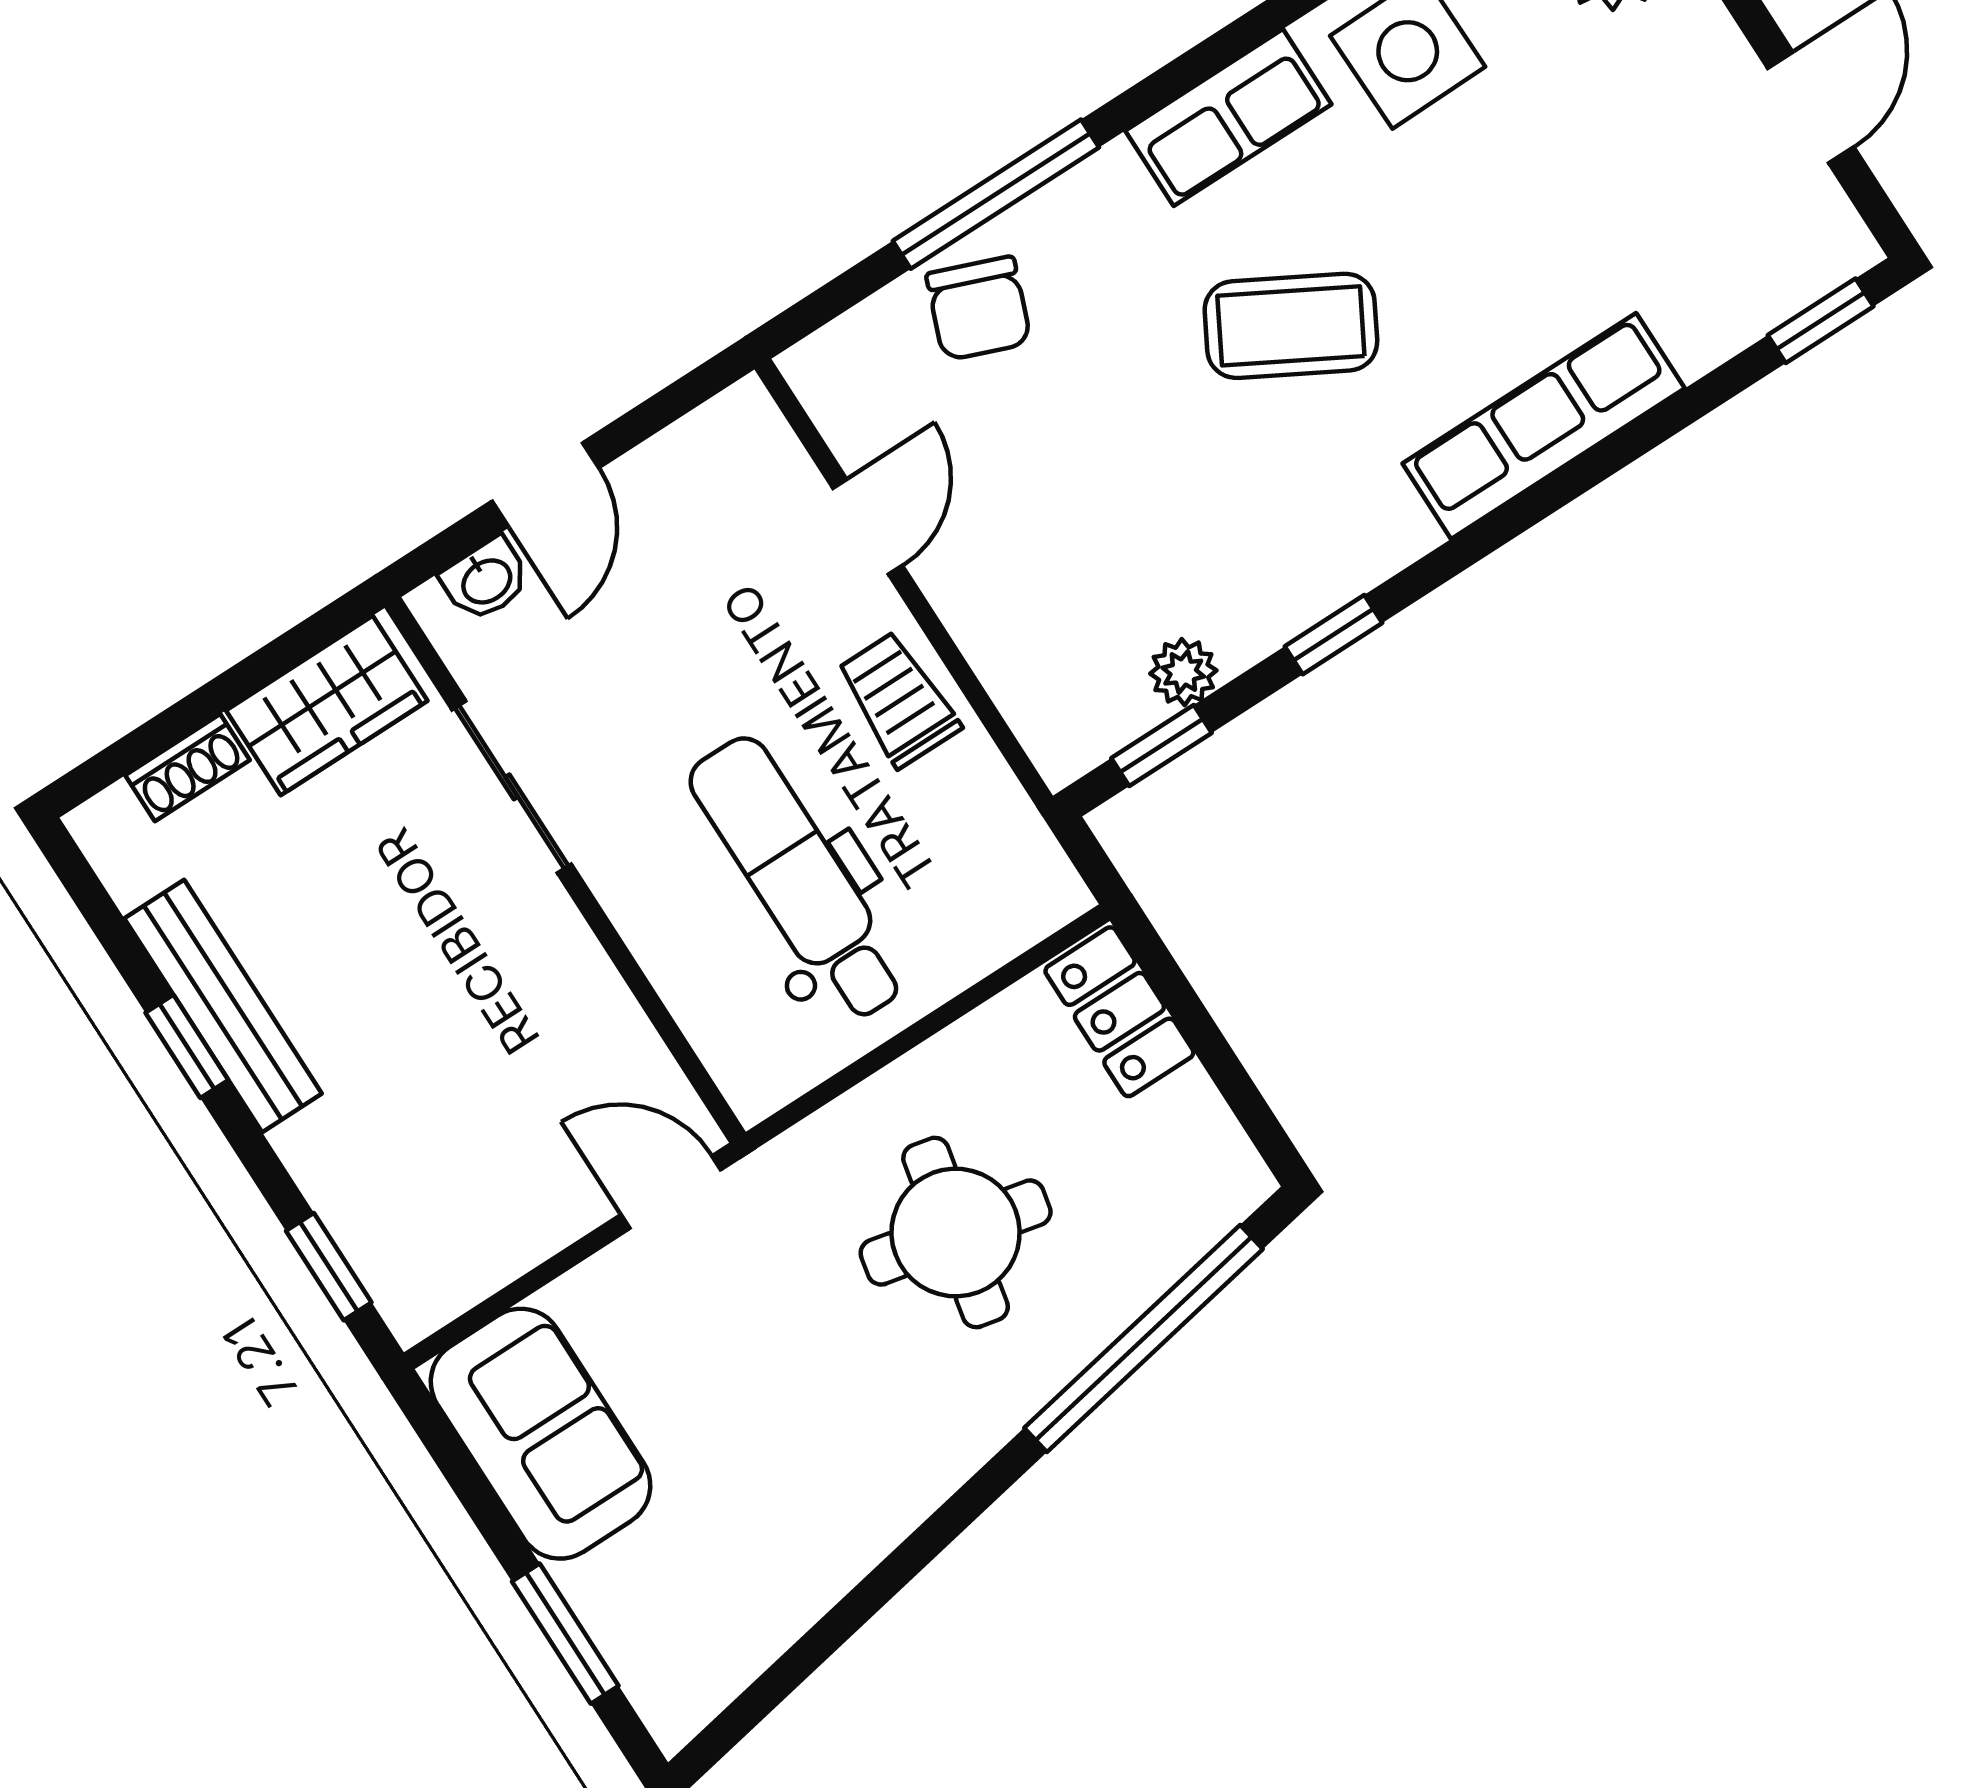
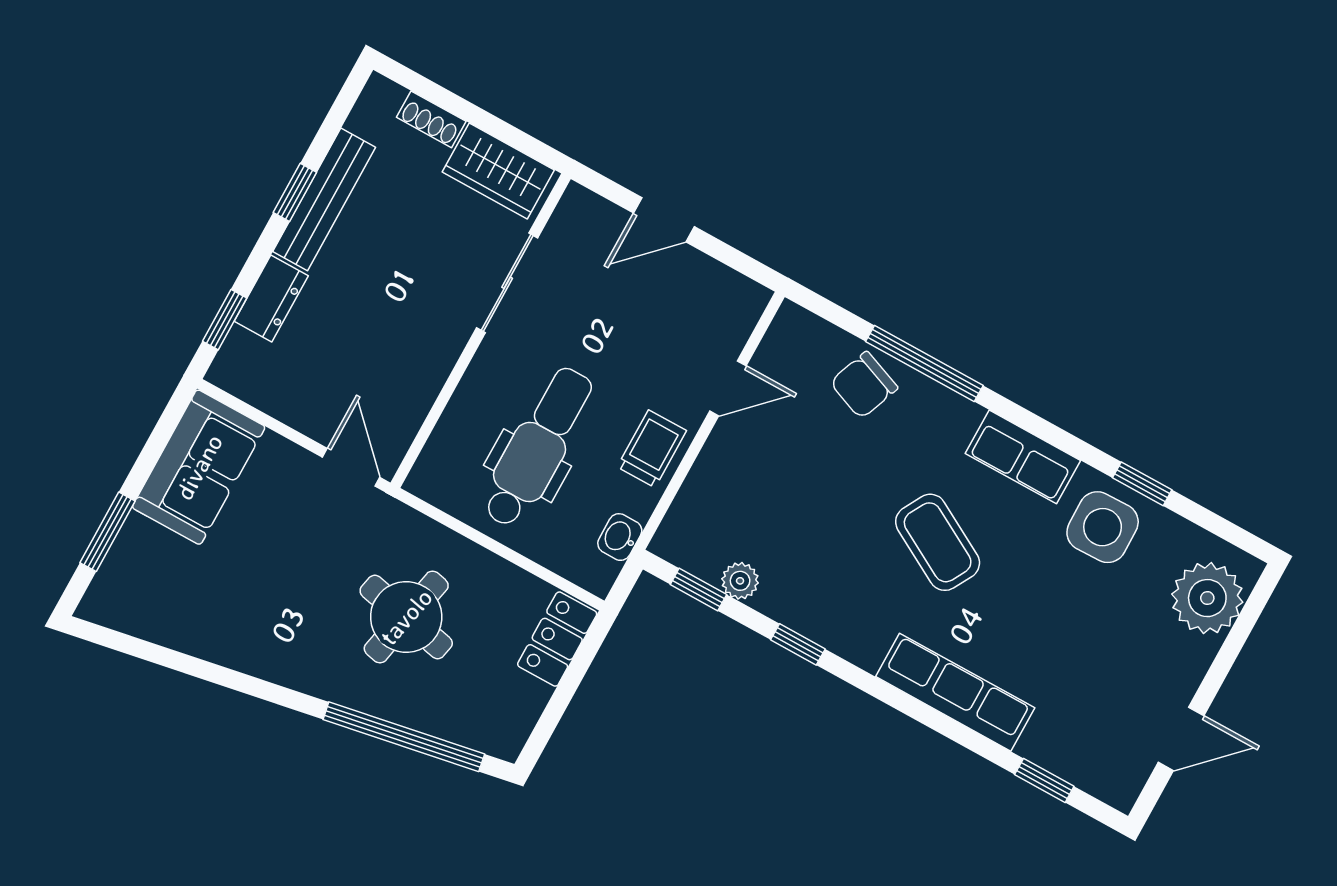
window: (1821, 321) -> (1044, 780), moved
washbasin: (486, 580) -> (620, 537), moved, turned 90
dresser: (335, 1175) -> (271, 299), added

